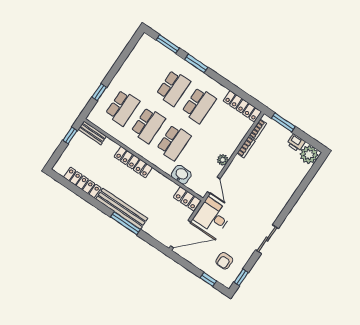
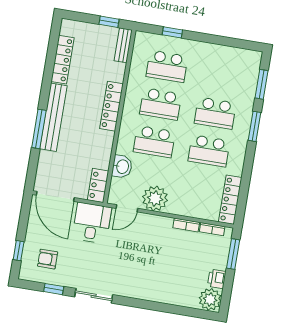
plant: (223, 160) -> (155, 199), width x1.88, depth x1.88
window: (241, 277) -> (54, 289), moved

